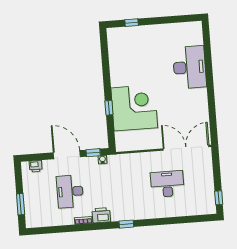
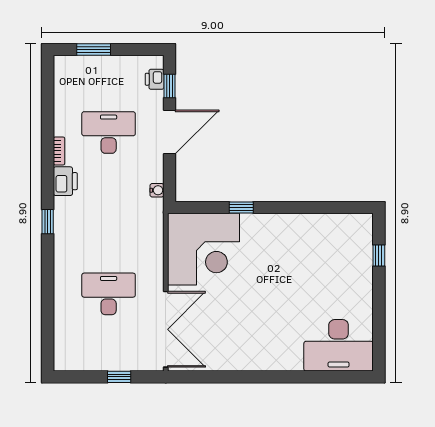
desk: (189, 67) -> (339, 345), moved
corner desk: (134, 108) -> (203, 249), moved
window: (93, 153) -> (169, 86), moved
desk: (167, 184) -> (109, 294), turned -90
window: (219, 198) -> (119, 377), moved

